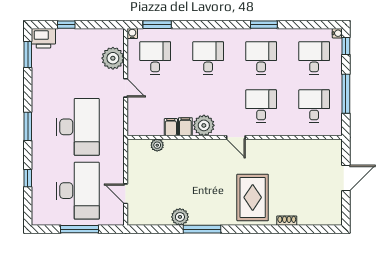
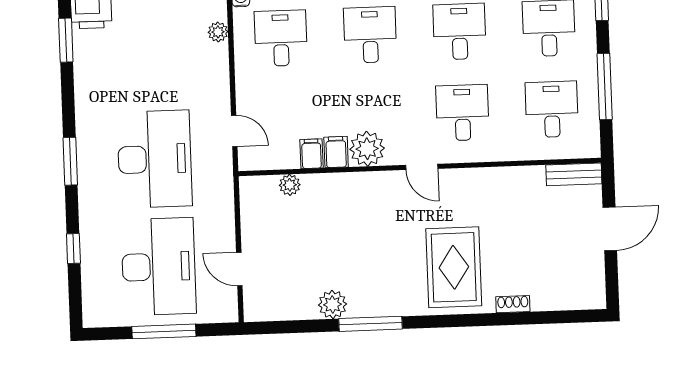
plant: (113, 58) -> (218, 32), width x0.53, depth x0.53
door: (126, 88) -> (234, 131), moved
bench: (326, 145) -> (574, 174), added

